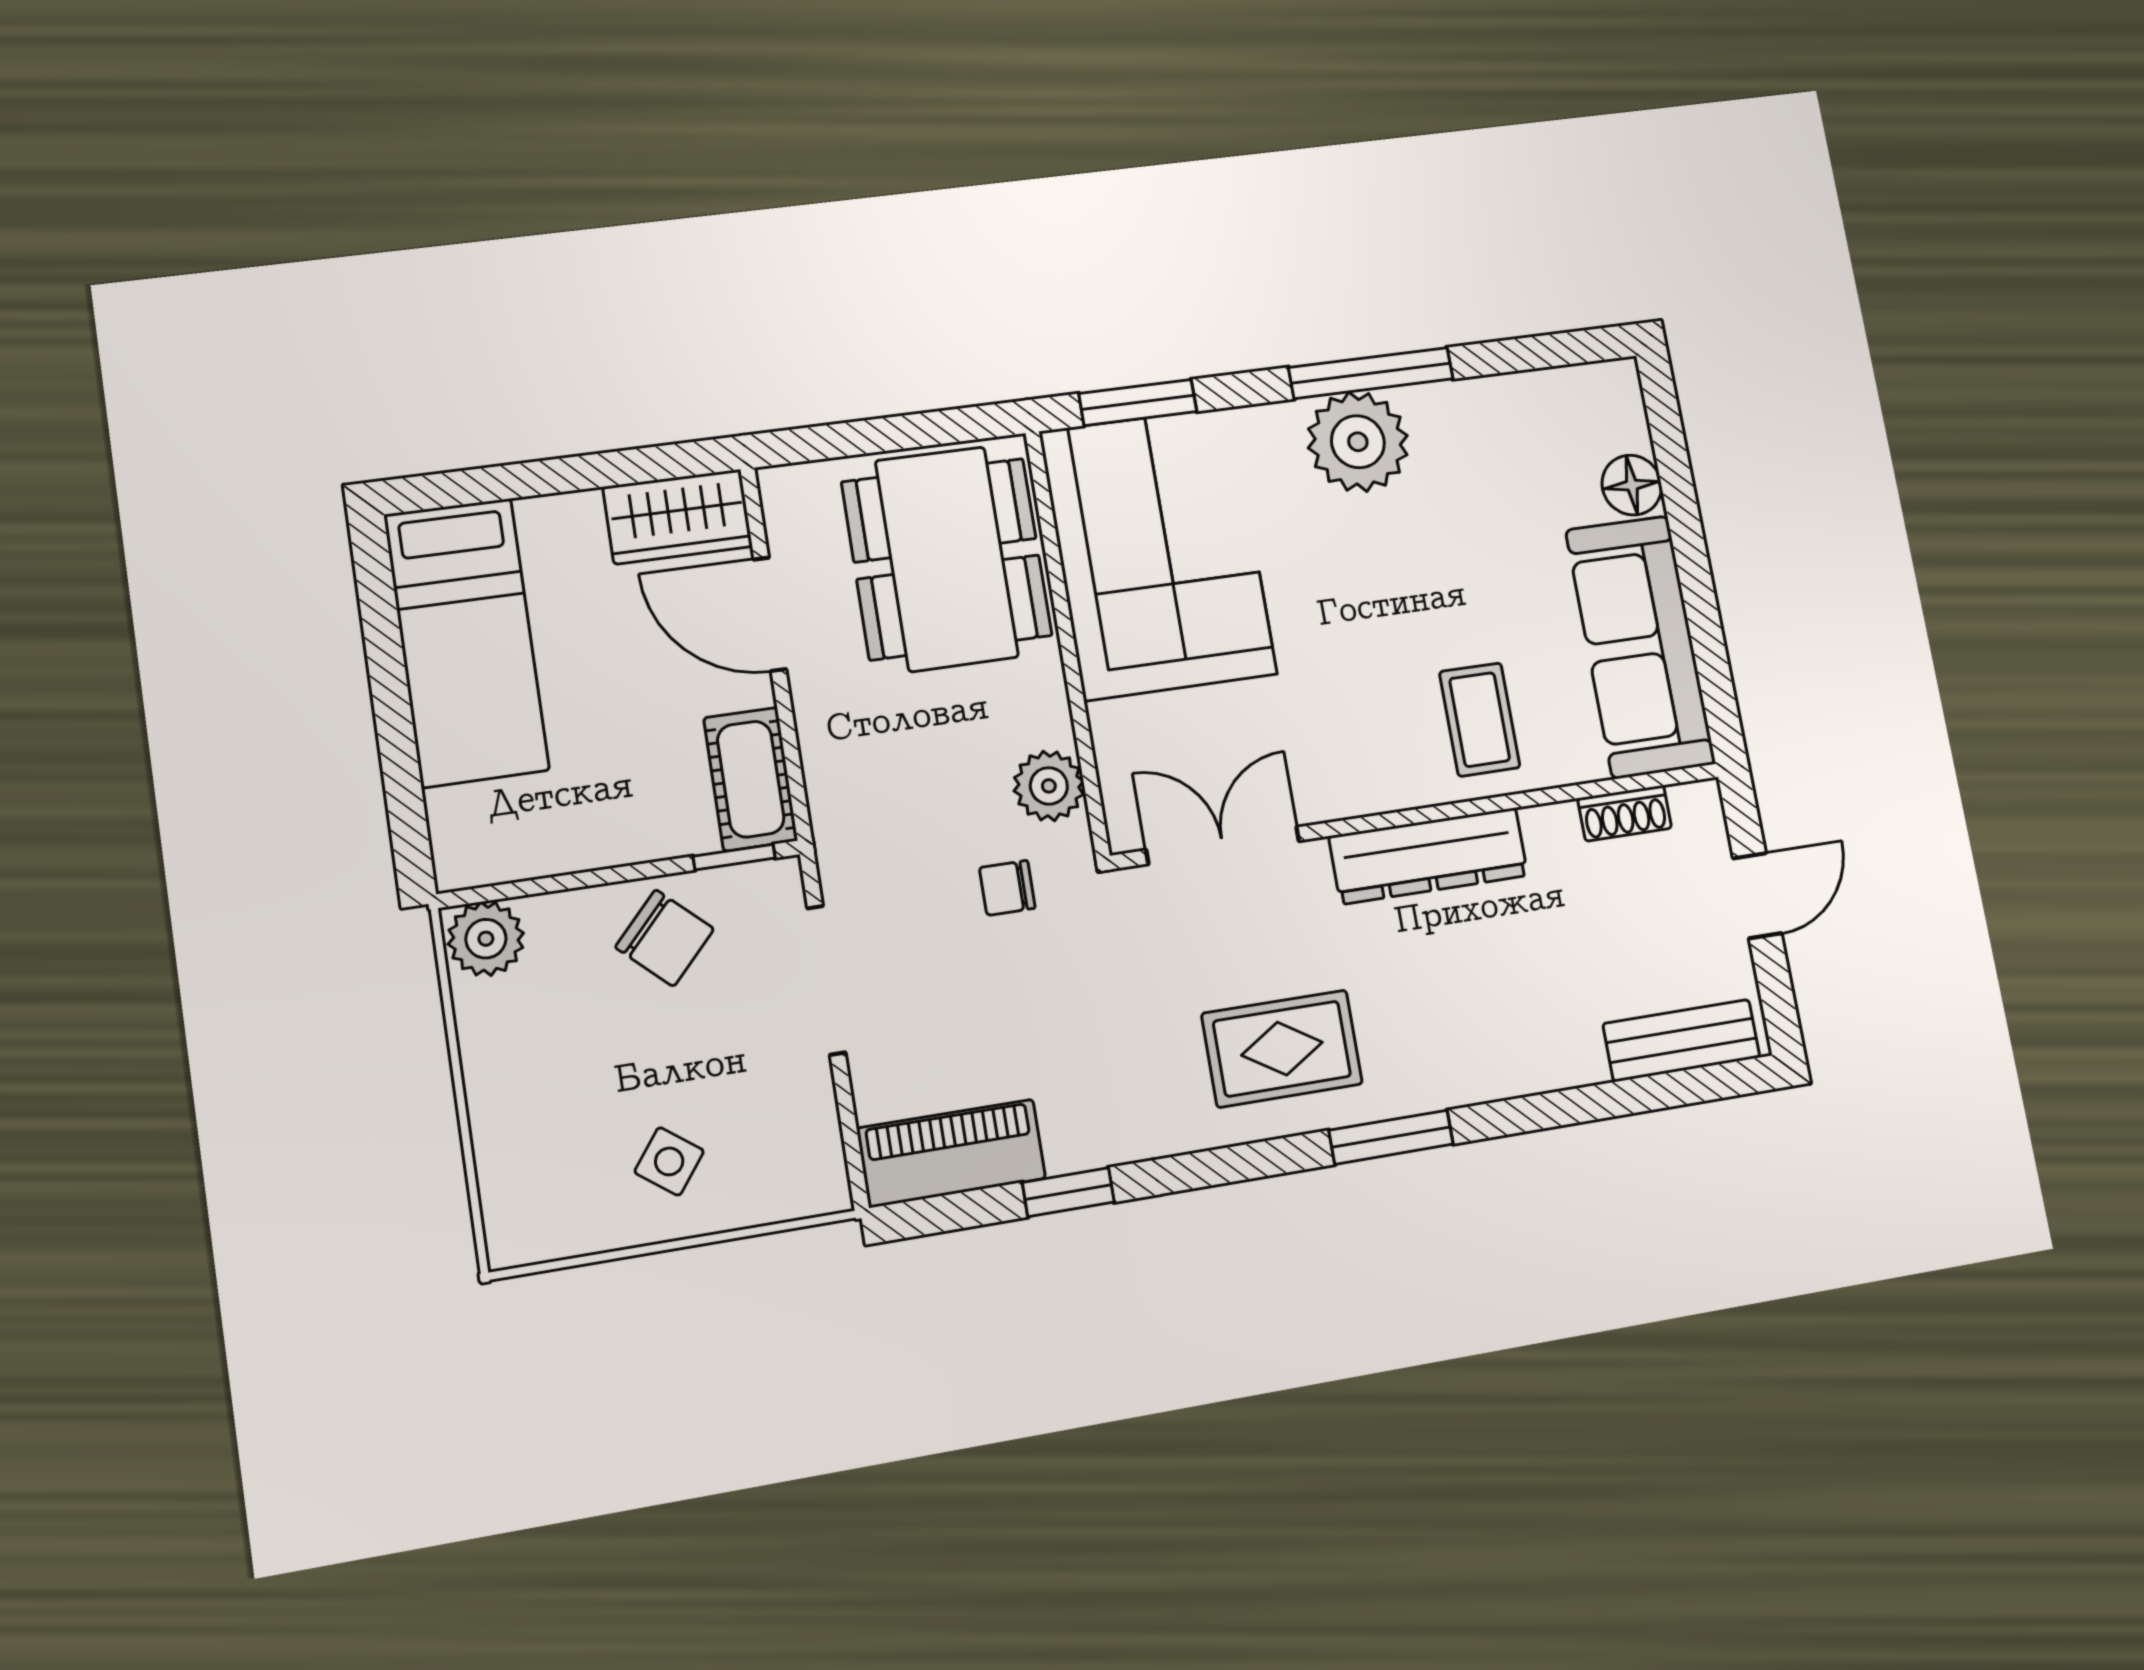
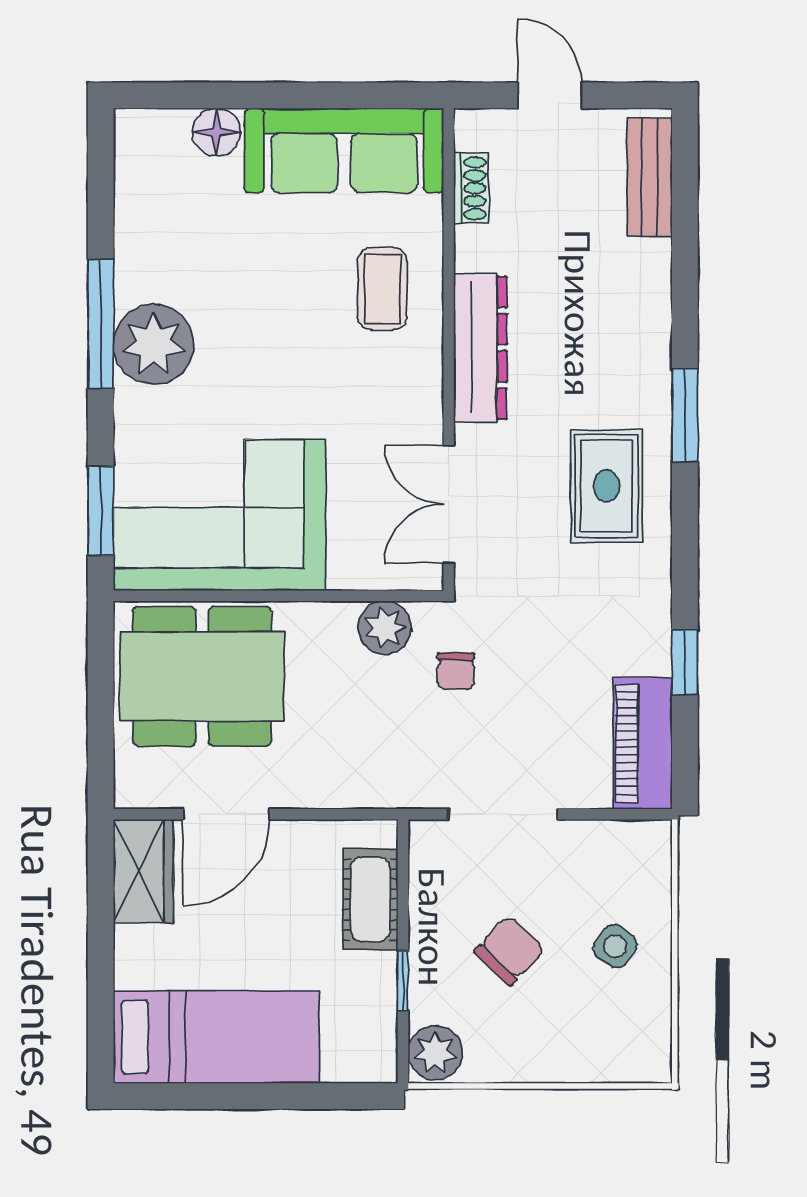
coffee table: (1480, 720) -> (382, 289), turned 90
cot: (751, 779) -> (370, 899), moved, turned 90
window: (734, 857) -> (403, 981), moved
chair: (665, 938) -> (509, 950), moved

